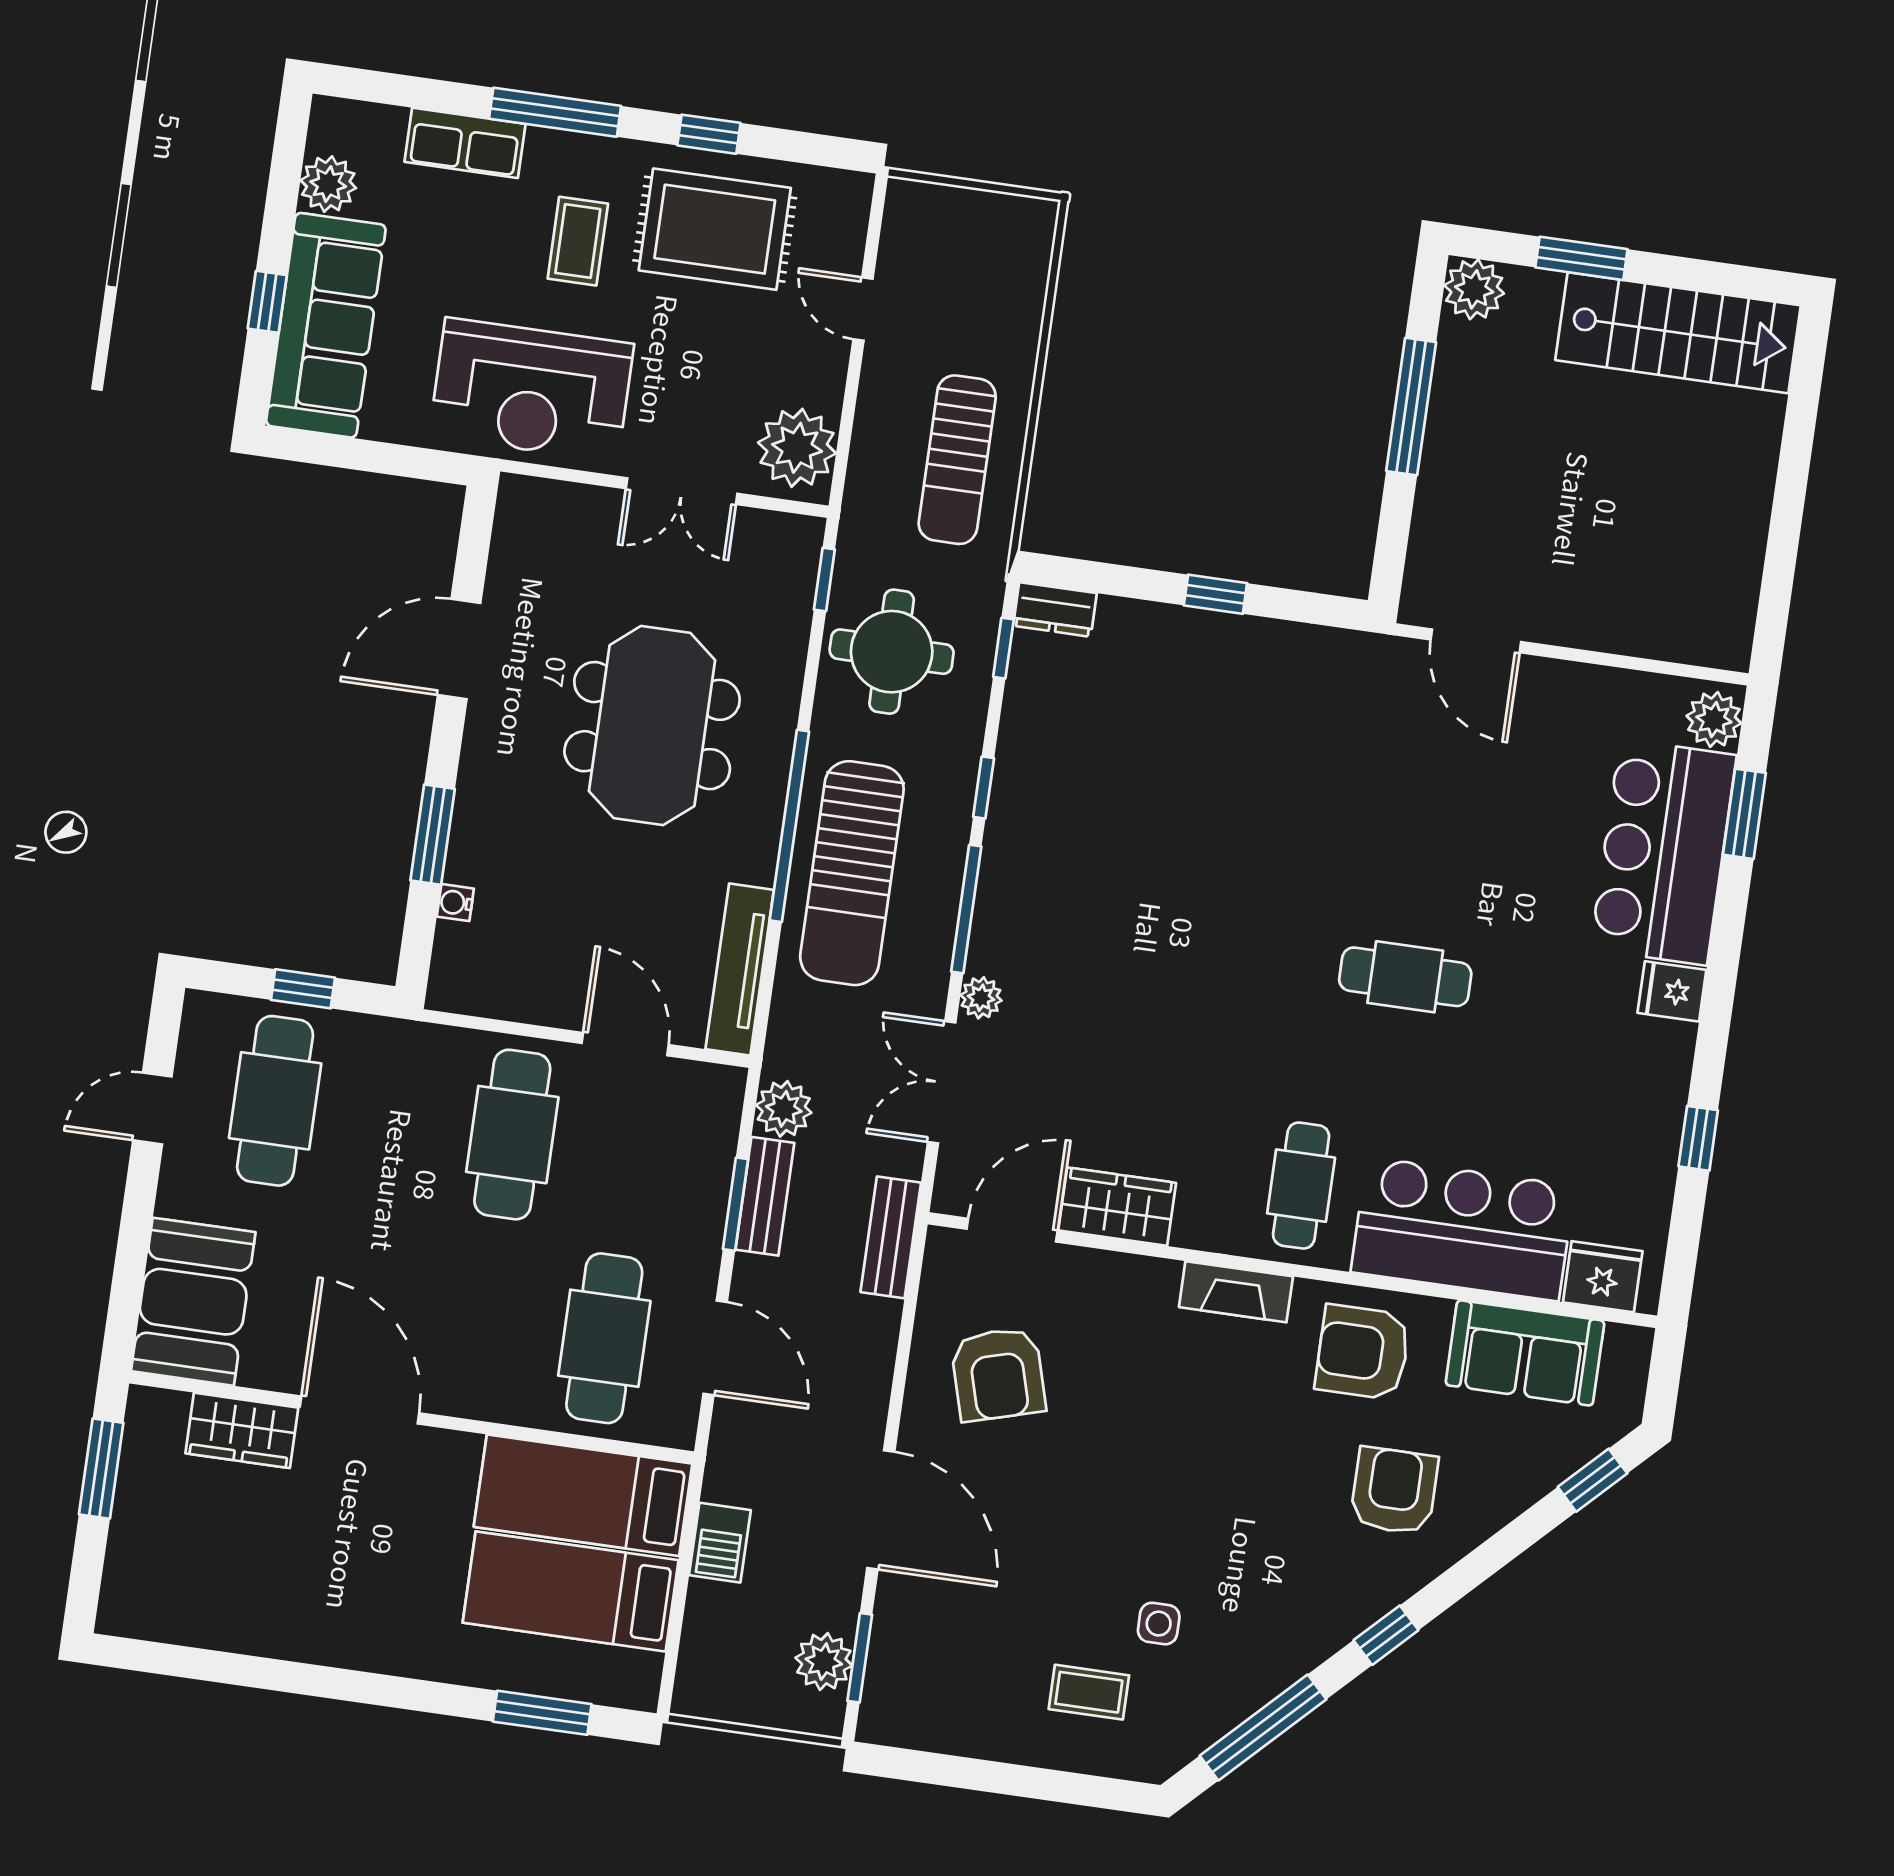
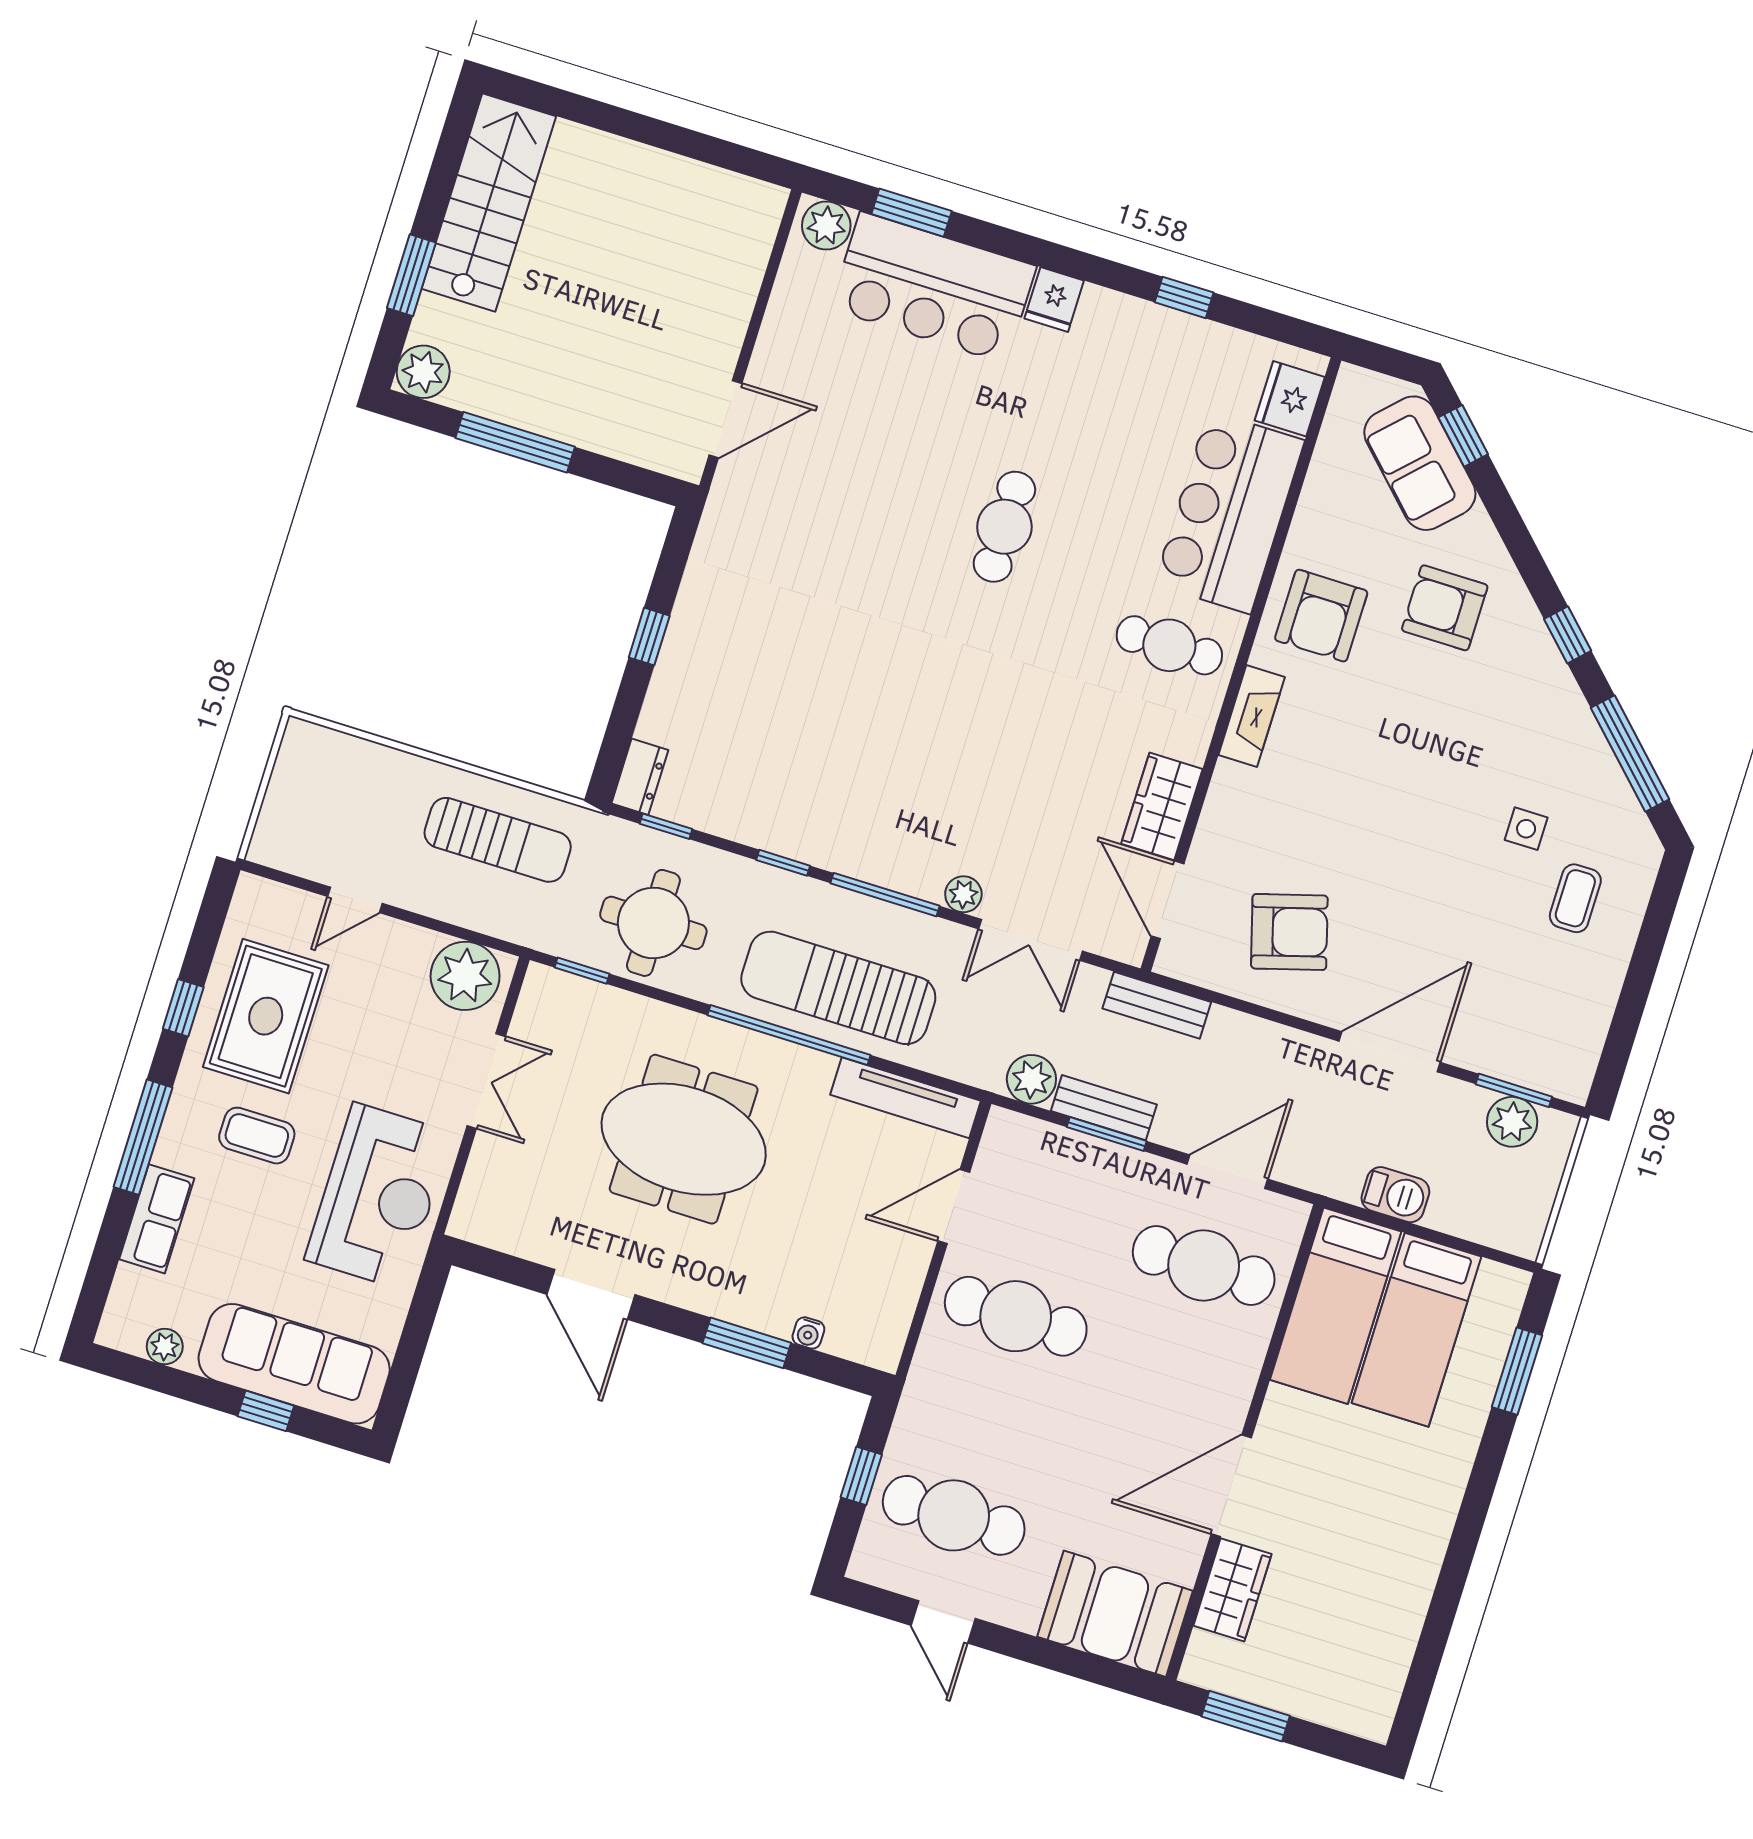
plant: (328, 184) -> (165, 1347), width x0.73, depth x0.73
sun lounger: (852, 873) -> (838, 988), turned 180
sofa: (1525, 1353) -> (1420, 463), moved, turned 135

